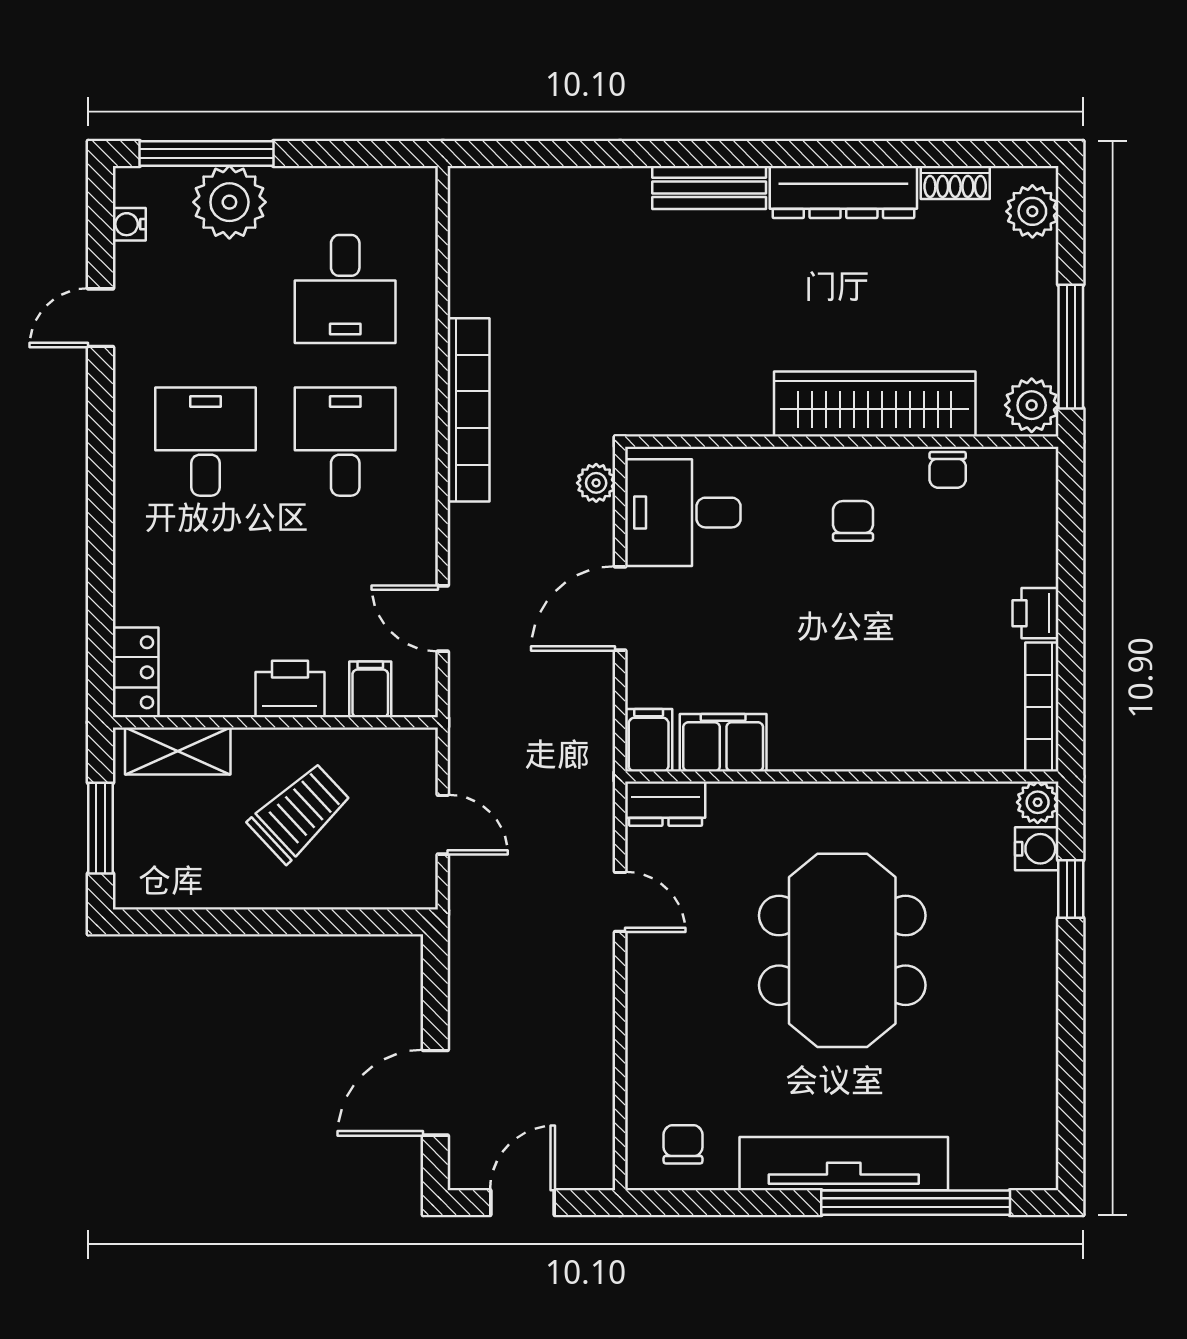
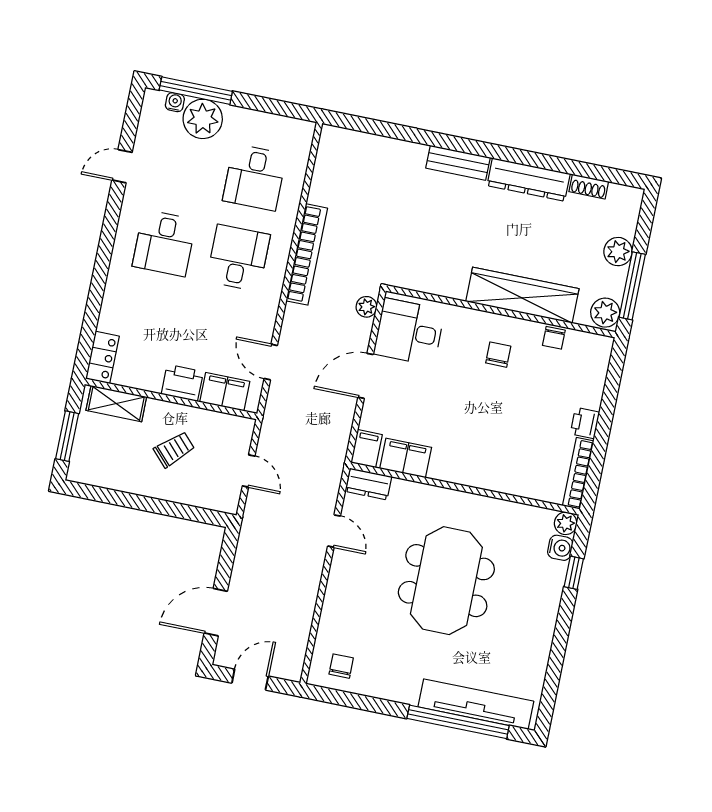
plant: (1032, 211) -> (618, 252), moved
water cooler: (129, 224) -> (175, 102), moved, turned 90
desk: (205, 442) -> (164, 243), turned 180
filing cabinet: (370, 689) -> (225, 392), width x2.00
trolley: (300, 813) -> (174, 449), width x0.73, depth x0.72
tv unit: (844, 1164) -> (476, 704), moved

